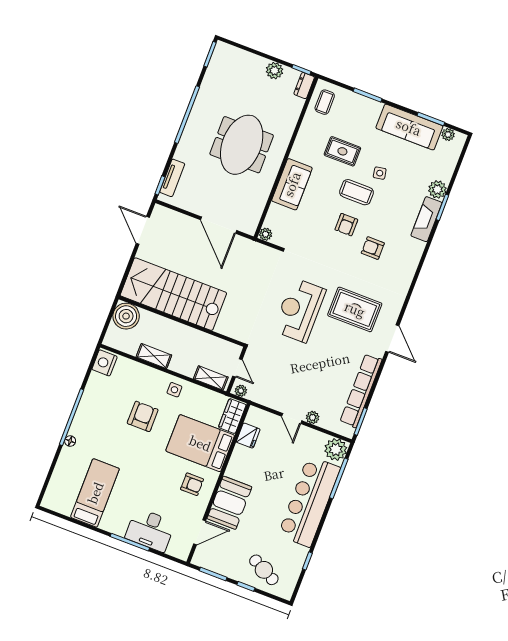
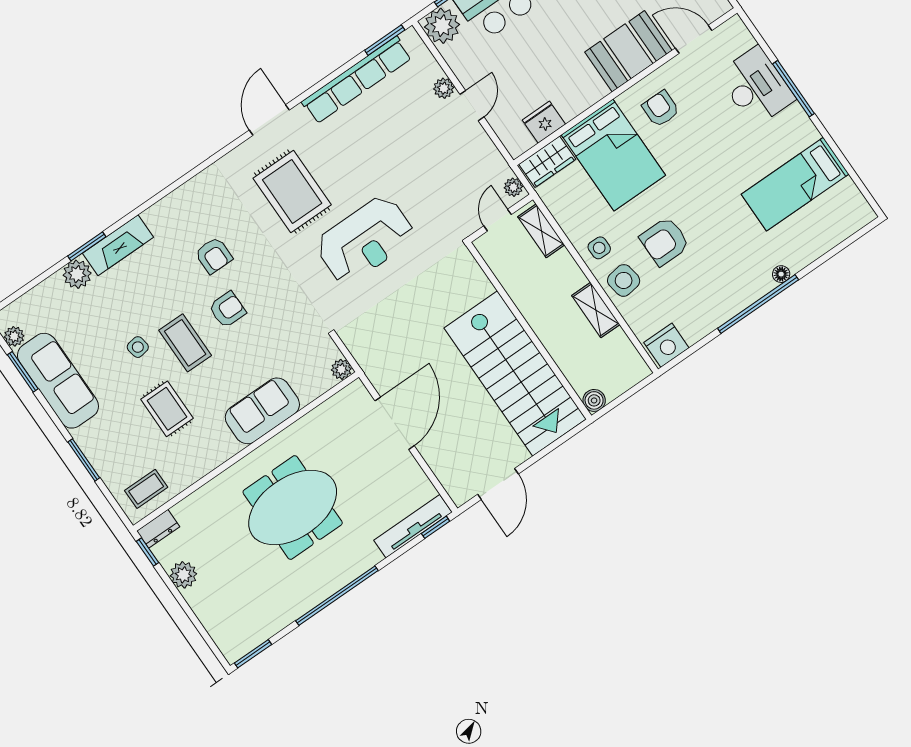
tv unit: (172, 178) -> (413, 526), width x1.41
boiler: (126, 316) -> (594, 400), width x0.54, depth x0.54
side table: (150, 381) -> (624, 280), added

